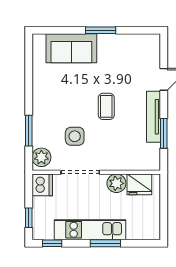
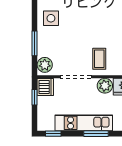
coffee table: (106, 106) -> (99, 59), moved
side table: (75, 136) -> (51, 18), moved
window: (29, 218) -> (34, 97), moved

